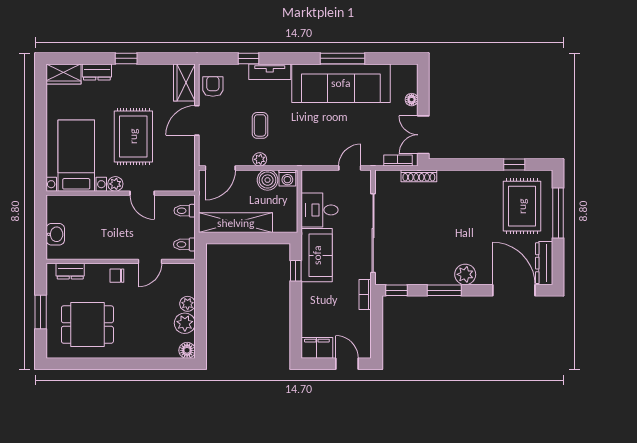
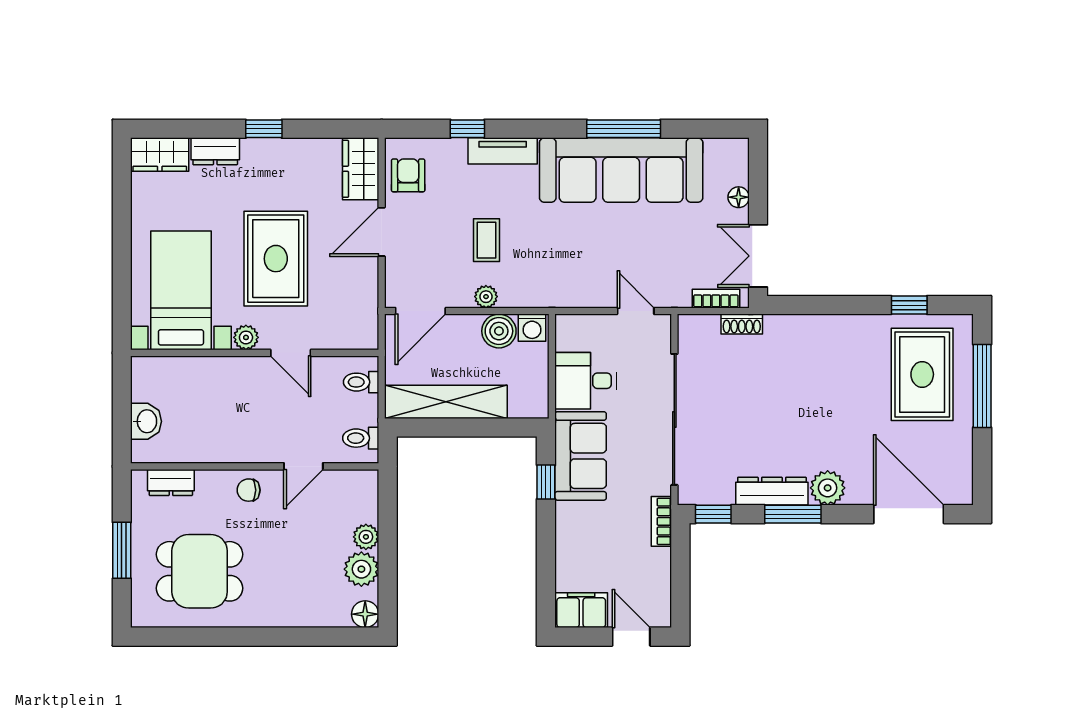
door: (350, 168) -> (636, 311), hinge flipped
shoe rack: (419, 176) -> (742, 324), width x0.70
dresser: (544, 263) -> (772, 491), moved, turned 90

